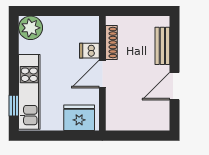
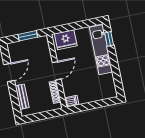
plant: (31, 28) -> (109, 91), removed
dishwasher: (89, 51) -> (72, 101), moved
window: (135, 136) -> (28, 36), added

